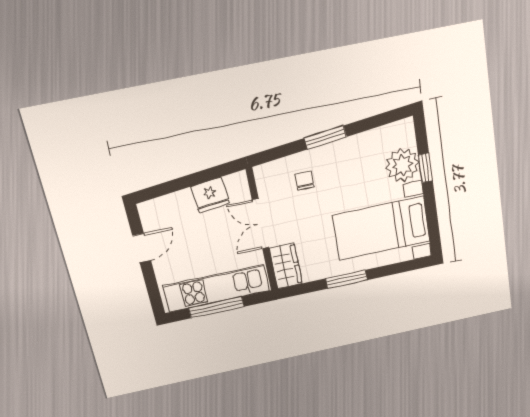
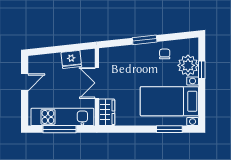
chair: (304, 181) -> (165, 54), moved
window: (347, 279) -> (169, 129), moved

